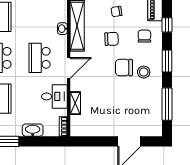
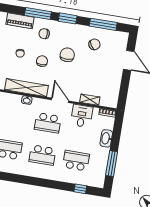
window: (167, 25) -> (38, 14), width x2.17
chair: (124, 68) -> (67, 55), turned 180
stool: (144, 72) -> (74, 39), removed
chair: (142, 98) -> (94, 44), added

